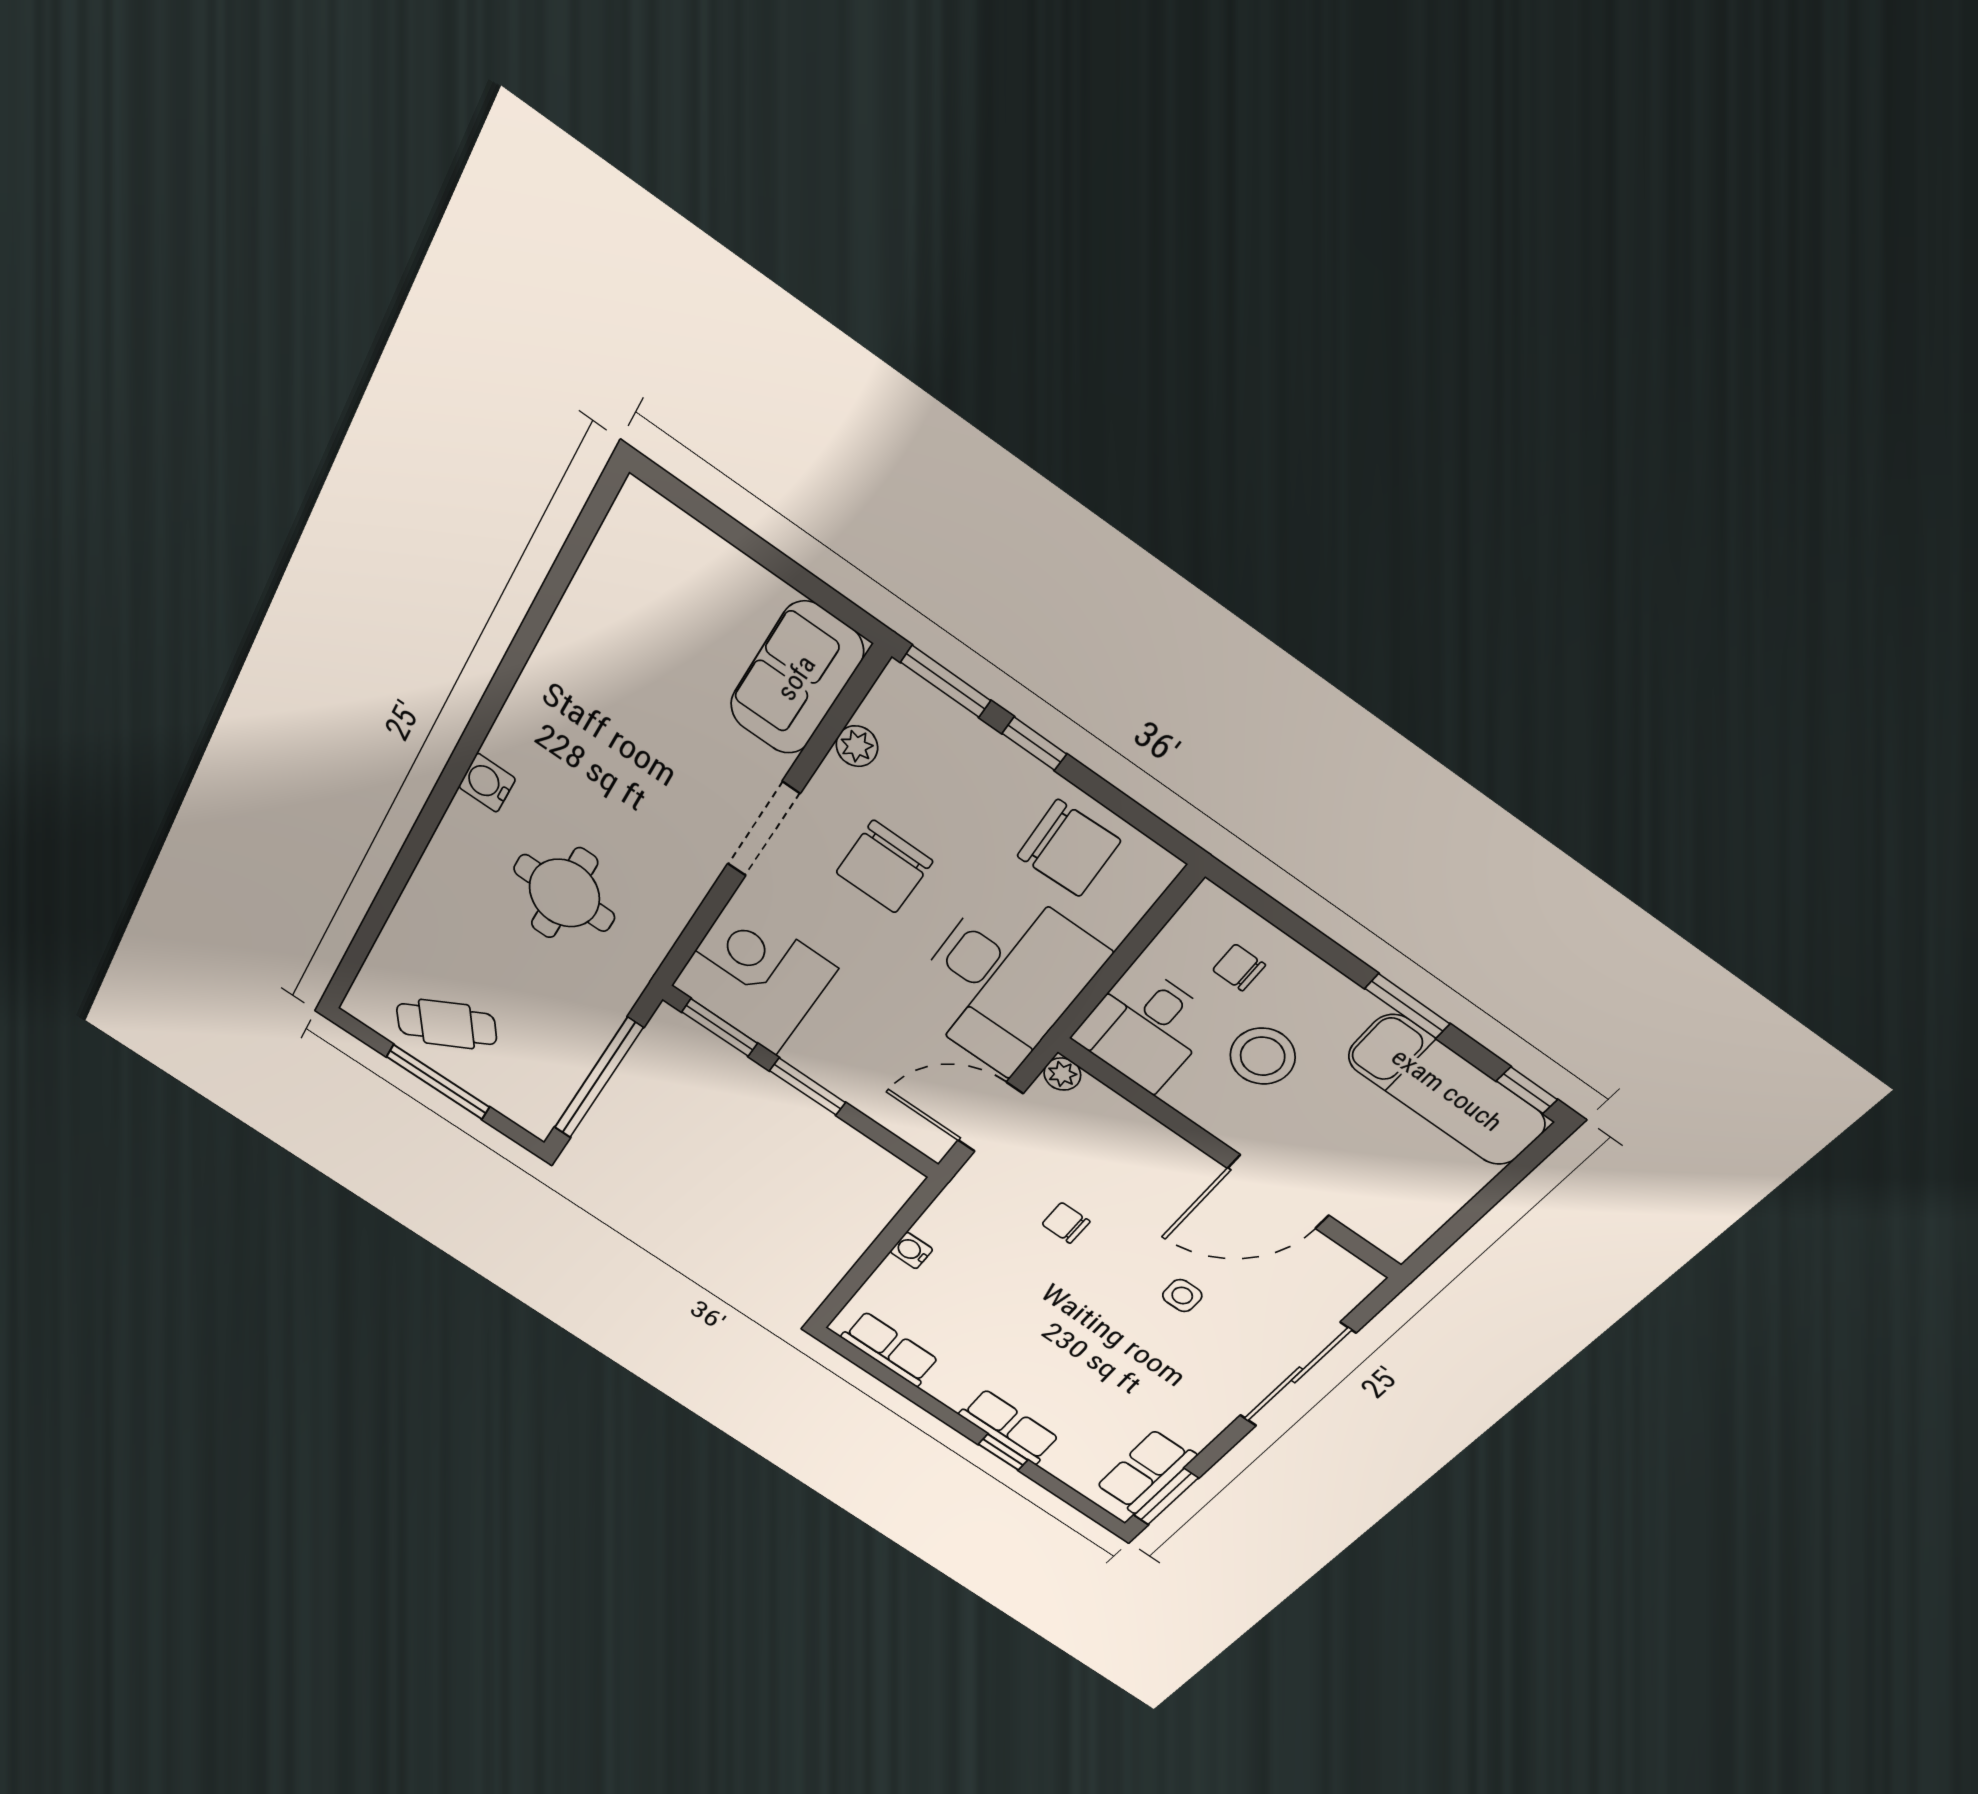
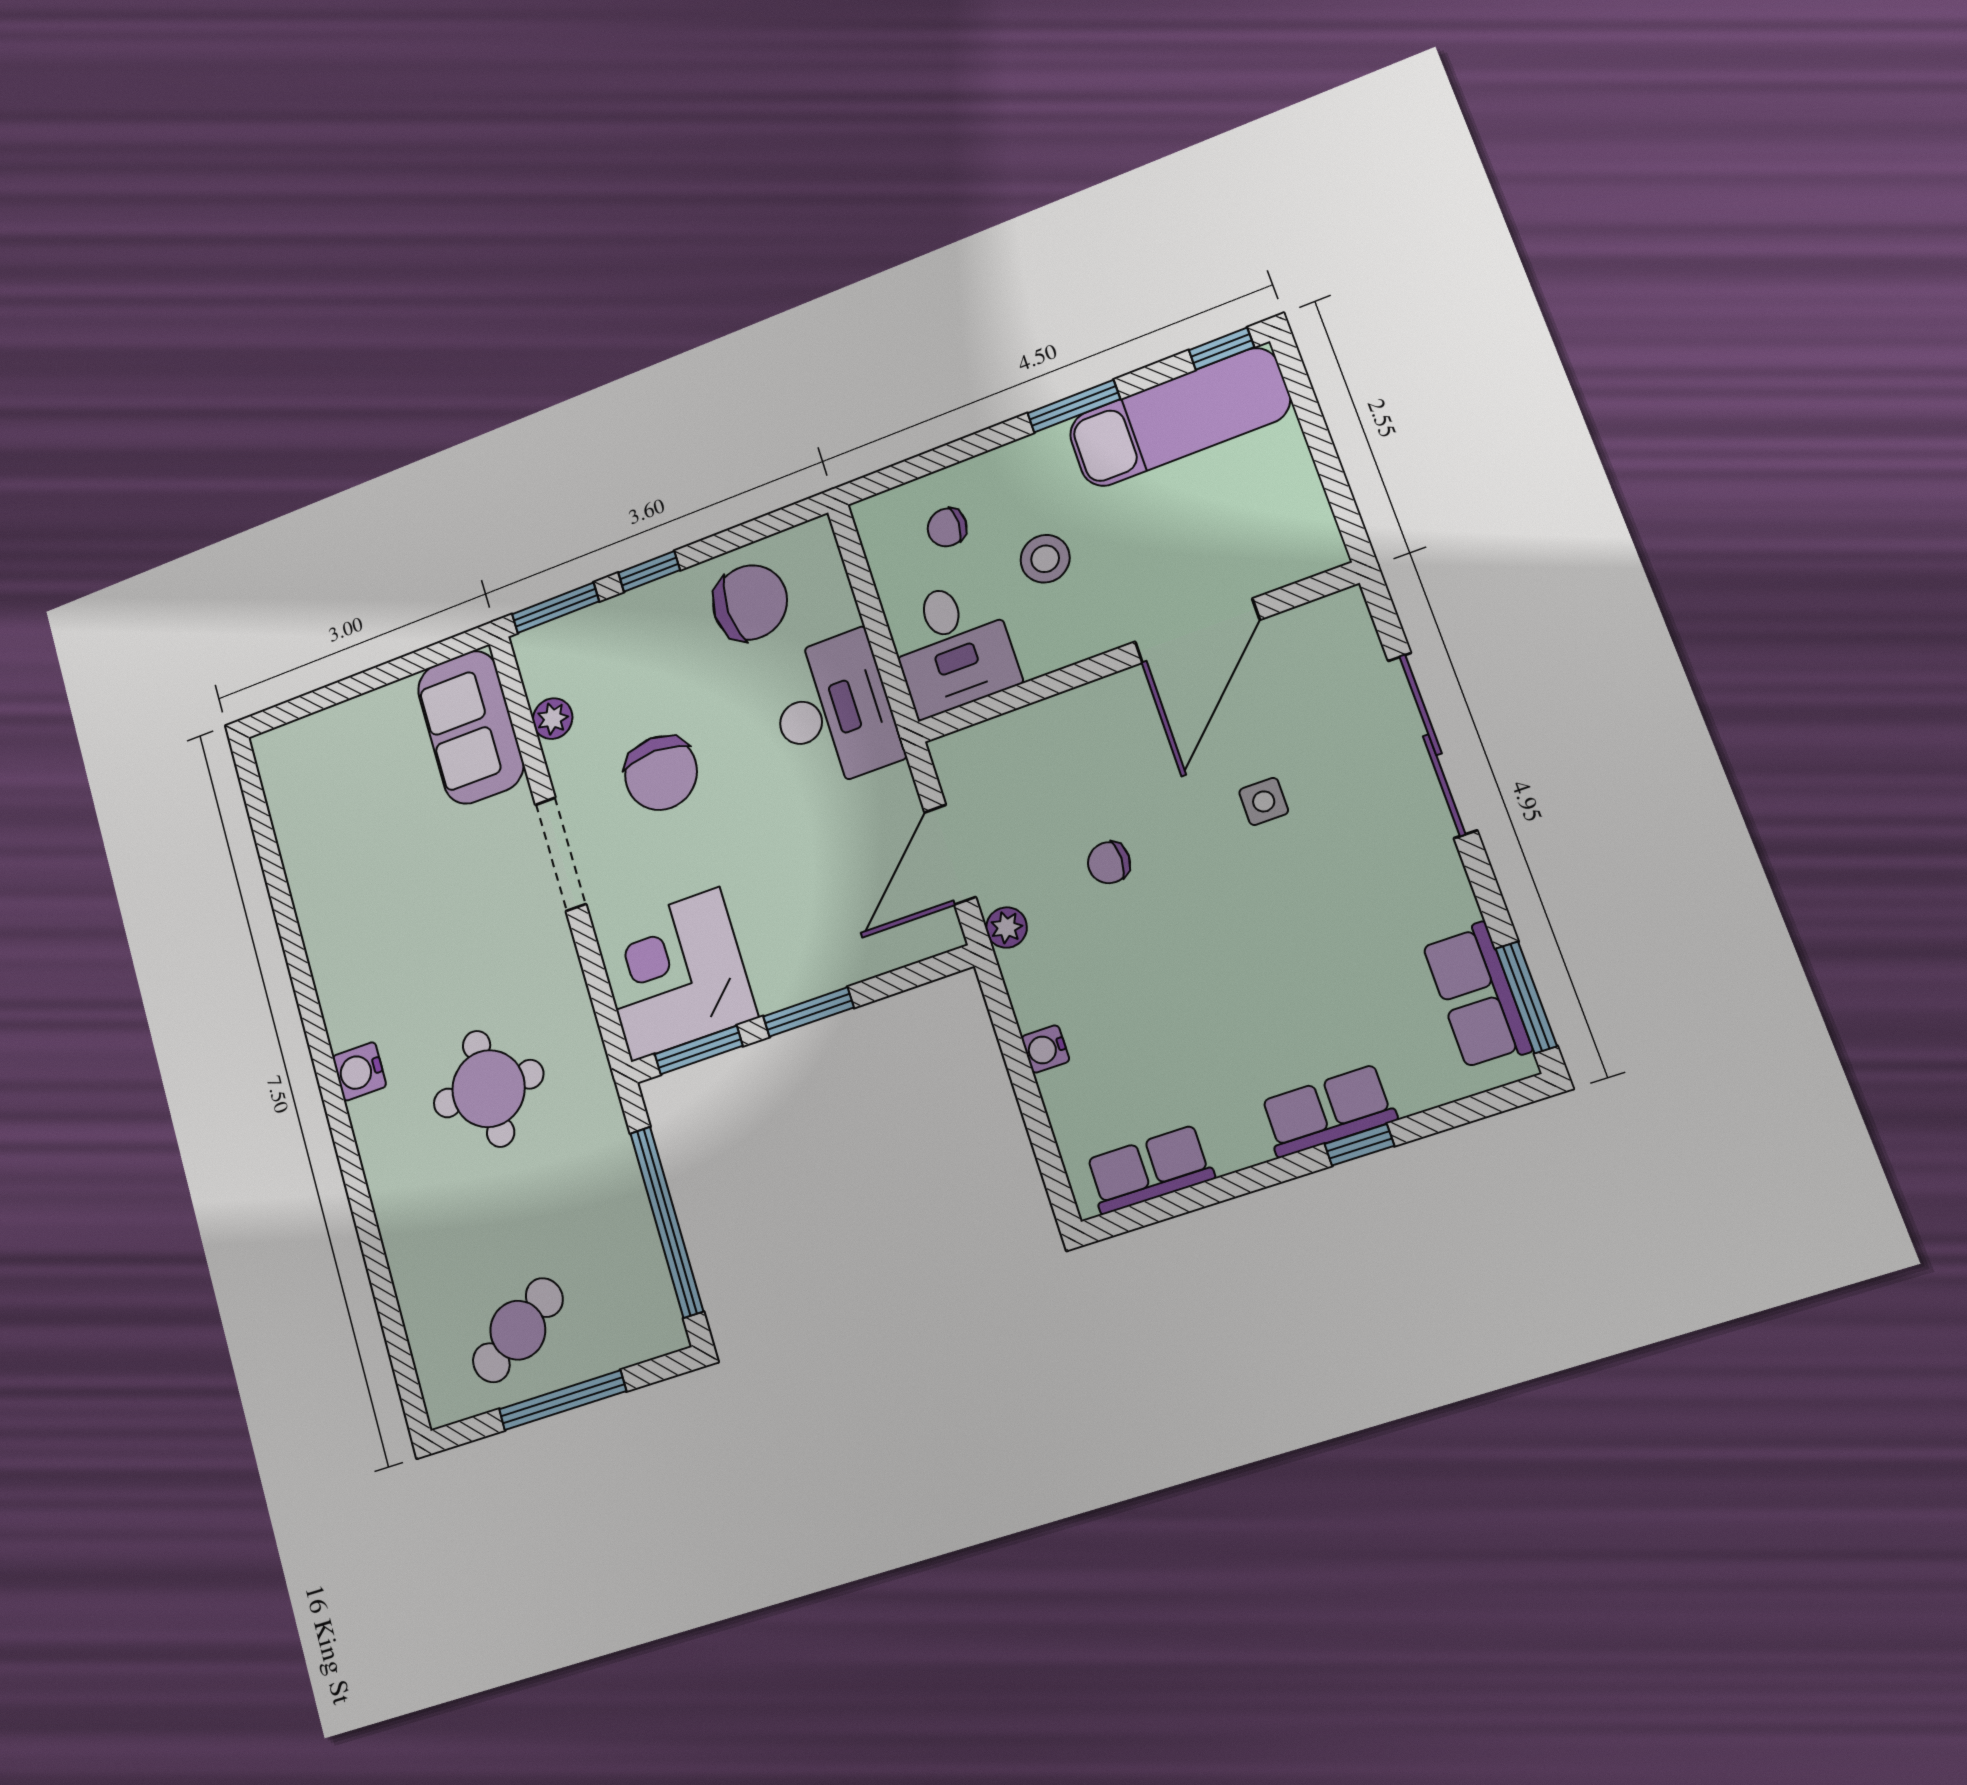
desk: (1004, 978) -> (833, 711), width x0.73, depth x0.77
stool: (1263, 1056) -> (1045, 559), width x0.73, depth x0.73
plant: (1062, 1074) -> (1006, 928), moved

